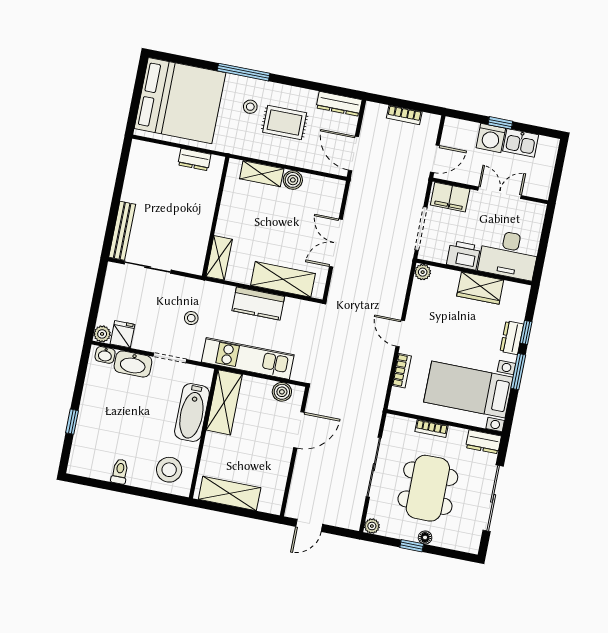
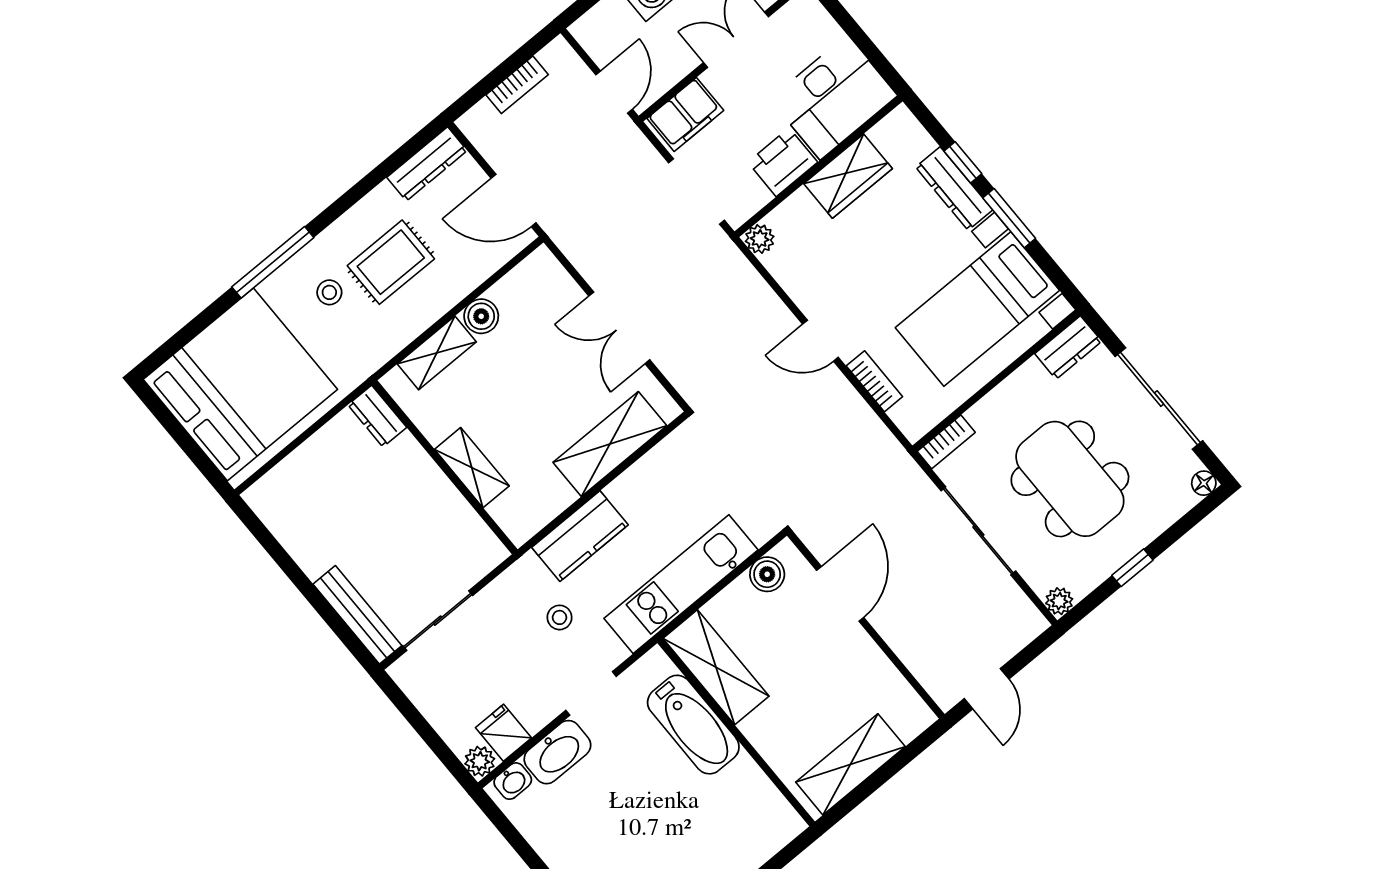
dresser: (194, 160) -> (377, 416), moved, turned 90
shelving: (219, 258) -> (472, 468), moved
kitchen counter: (258, 304) -> (580, 536), moved
dresser: (512, 338) -> (954, 188), width x1.44
bookcase: (431, 428) -> (946, 442), moved
stool: (169, 470) -> (748, 822), removed
floor lamp: (425, 537) -> (1204, 483), moved

